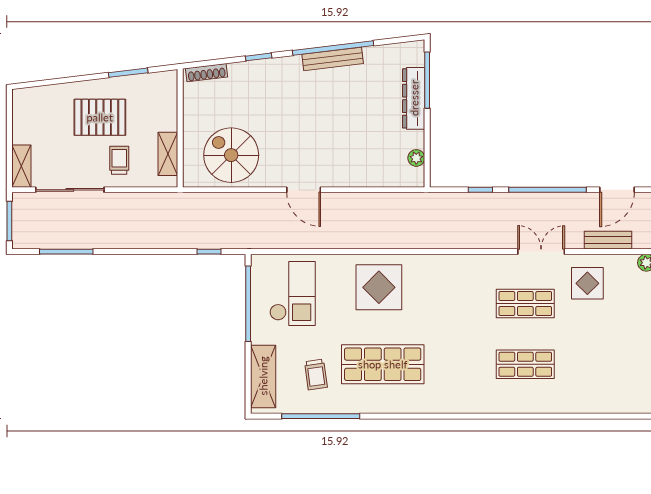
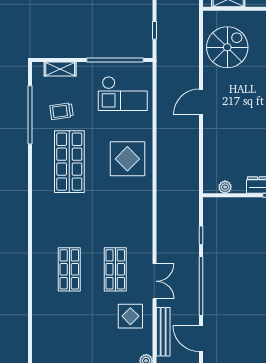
bench: (608, 240) -> (163, 332), width x1.36
shelving: (263, 376) -> (60, 69), width x0.67, depth x0.75

